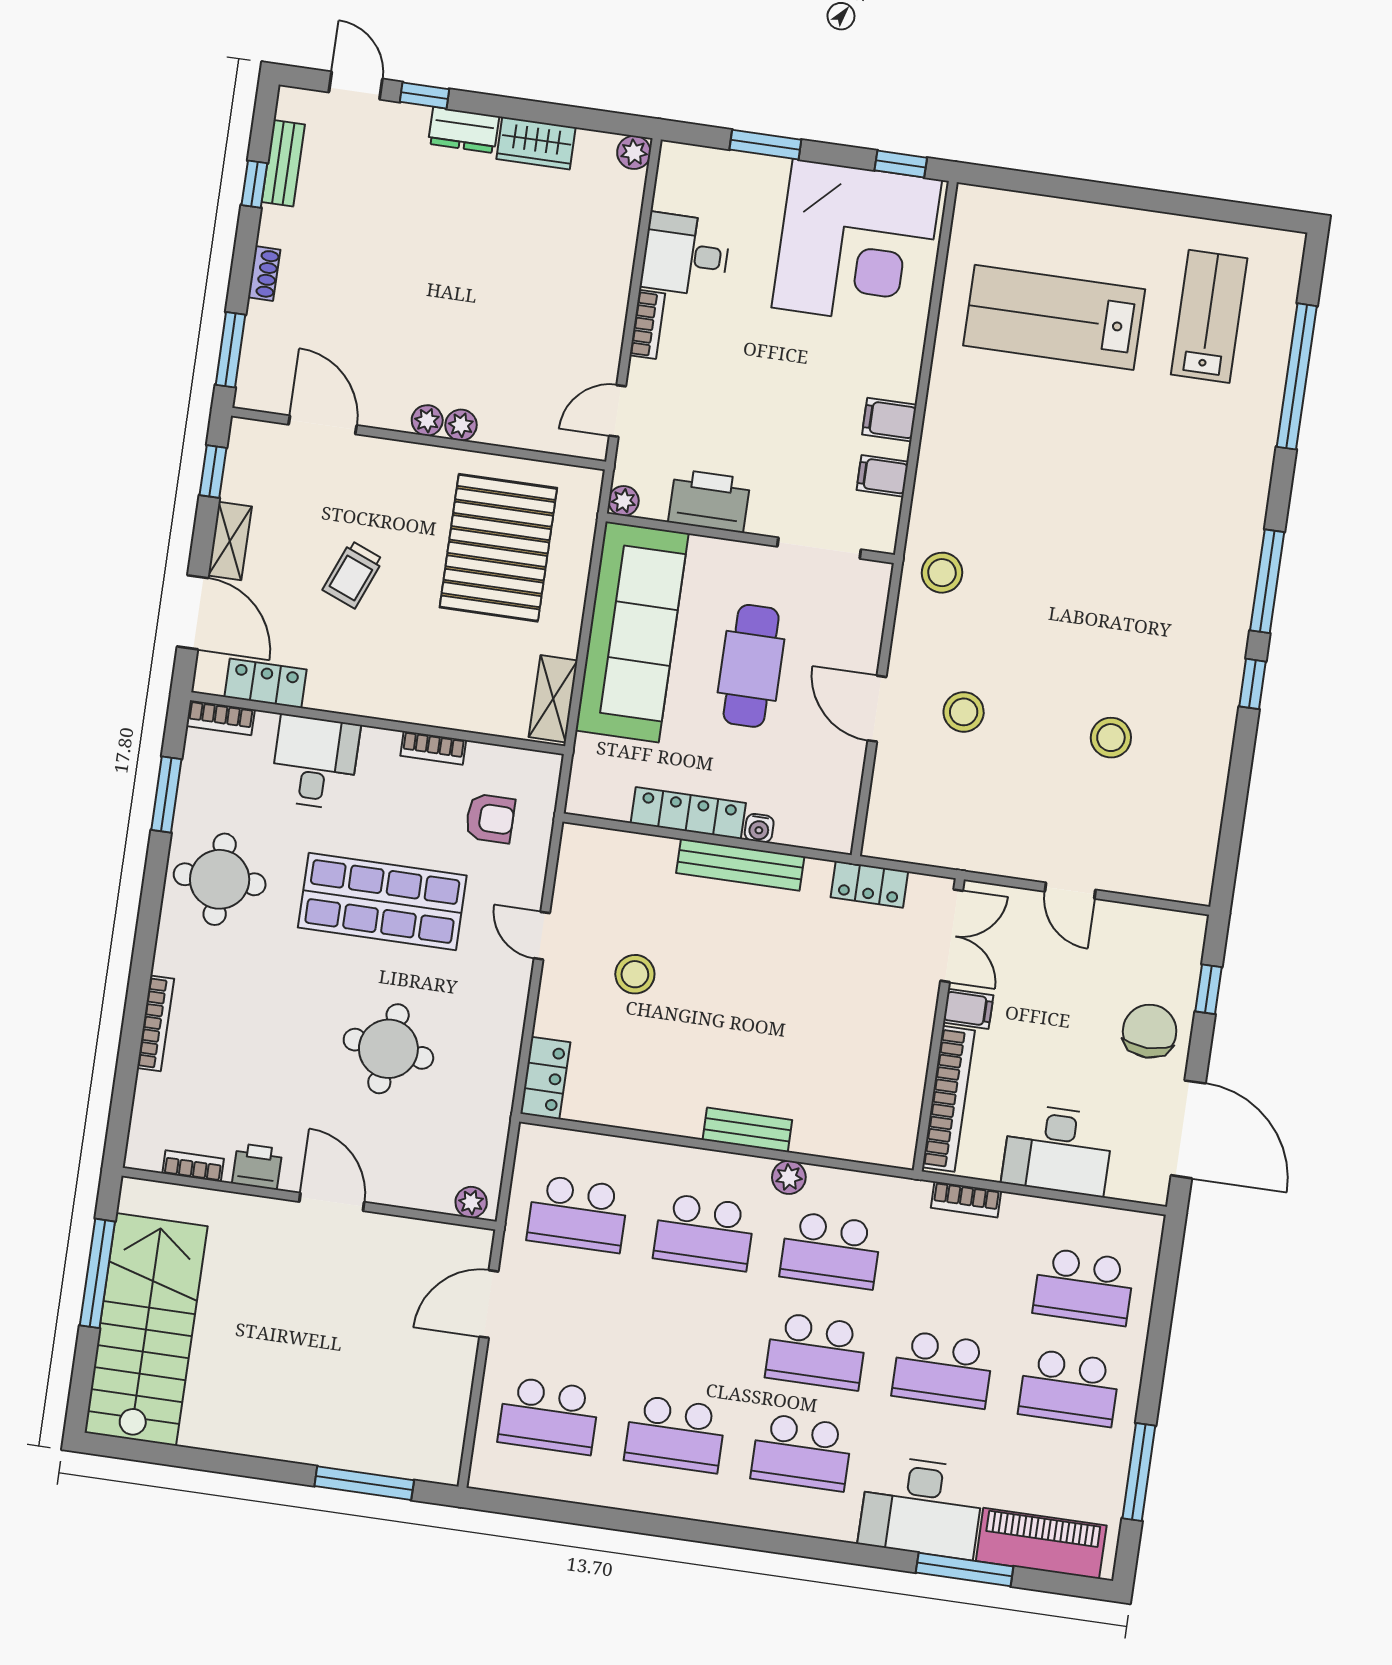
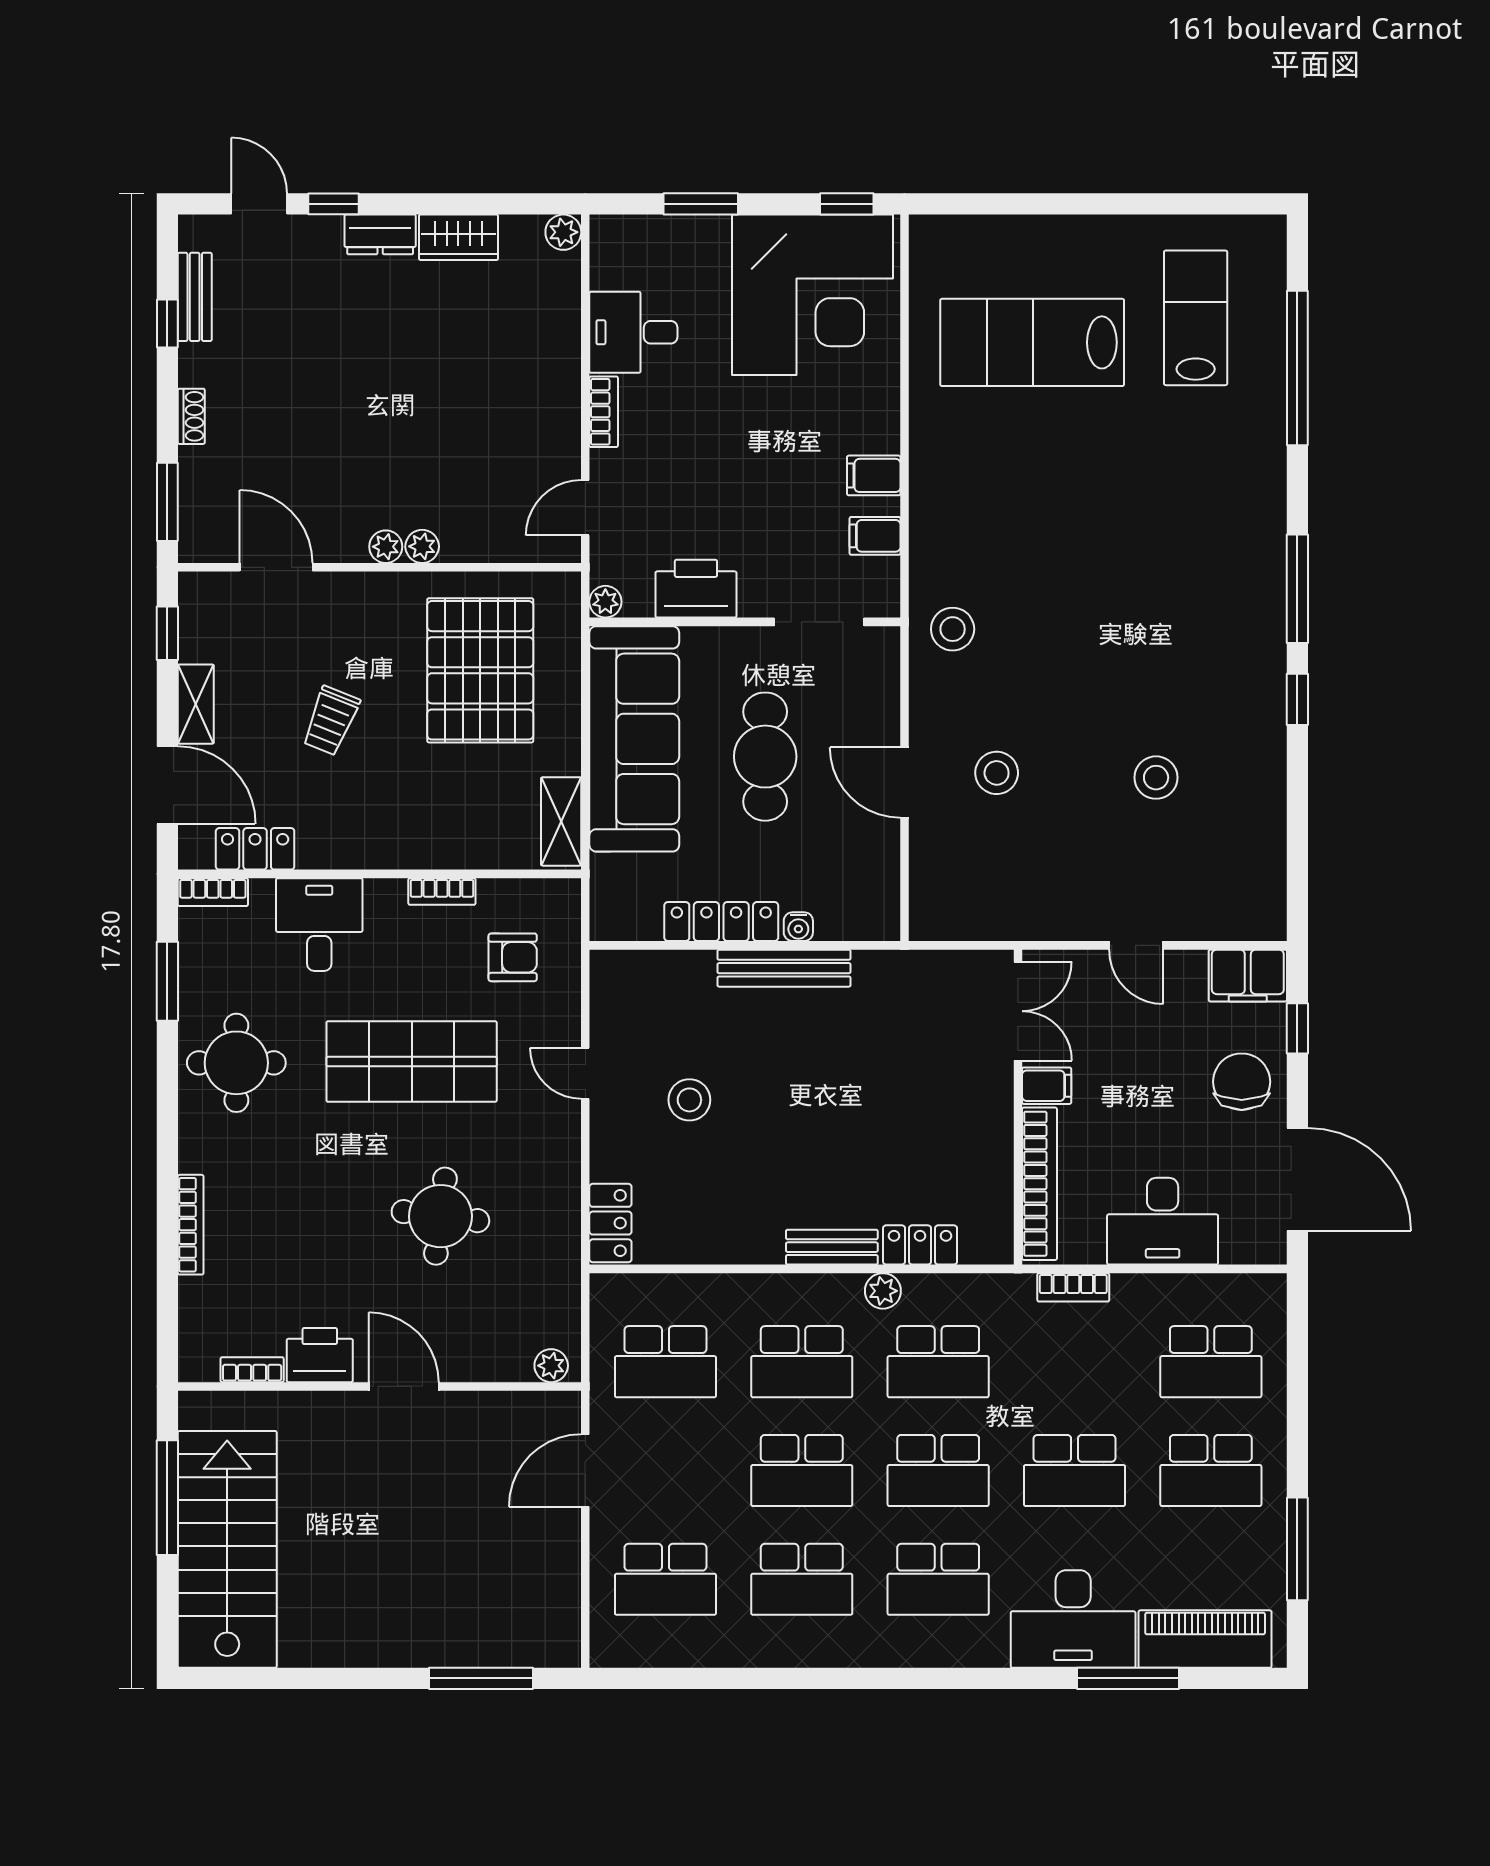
locker: (869, 884) -> (920, 1245), moved, turned 180
filing cabinet: (1170, 934) -> (1248, 976), added
printer: (257, 1166) -> (320, 1355), width x1.36, depth x1.24
school desk: (690, 1333) -> (802, 1470), added

